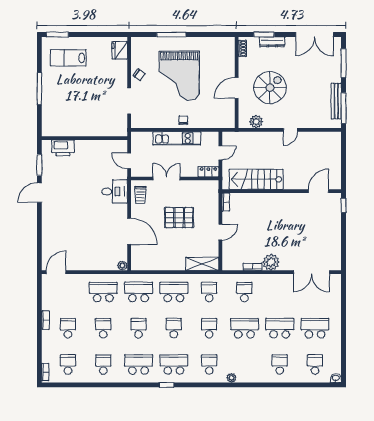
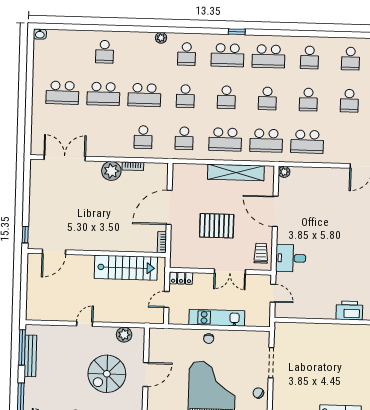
door: (220, 232) -> (169, 207), width x1.88
shelving: (202, 264) -> (236, 172), moved, width x1.47
school desk: (315, 365) -> (64, 51), removed

